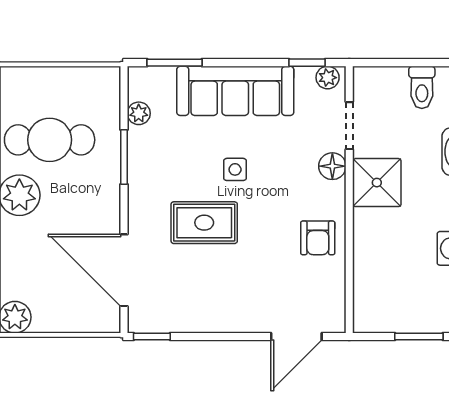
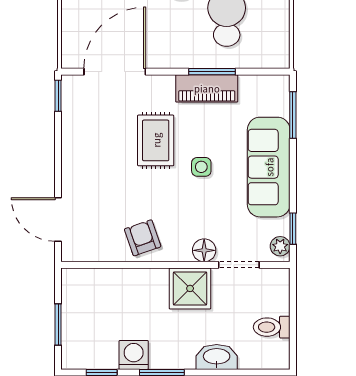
plant: (139, 113) -> (249, 84), removed
piano: (144, 163) -> (207, 88), added
armchair: (318, 238) -> (143, 238), turned 71

